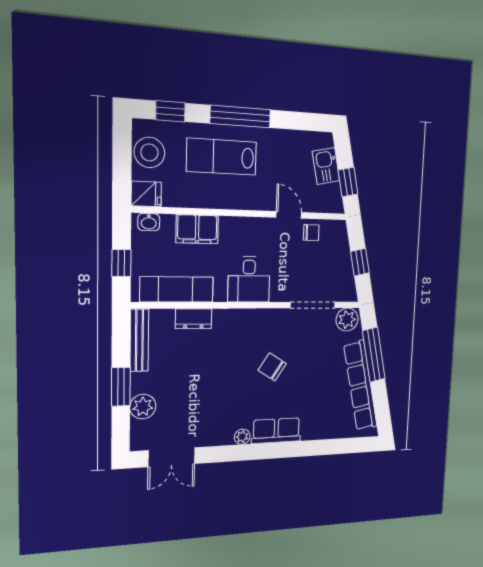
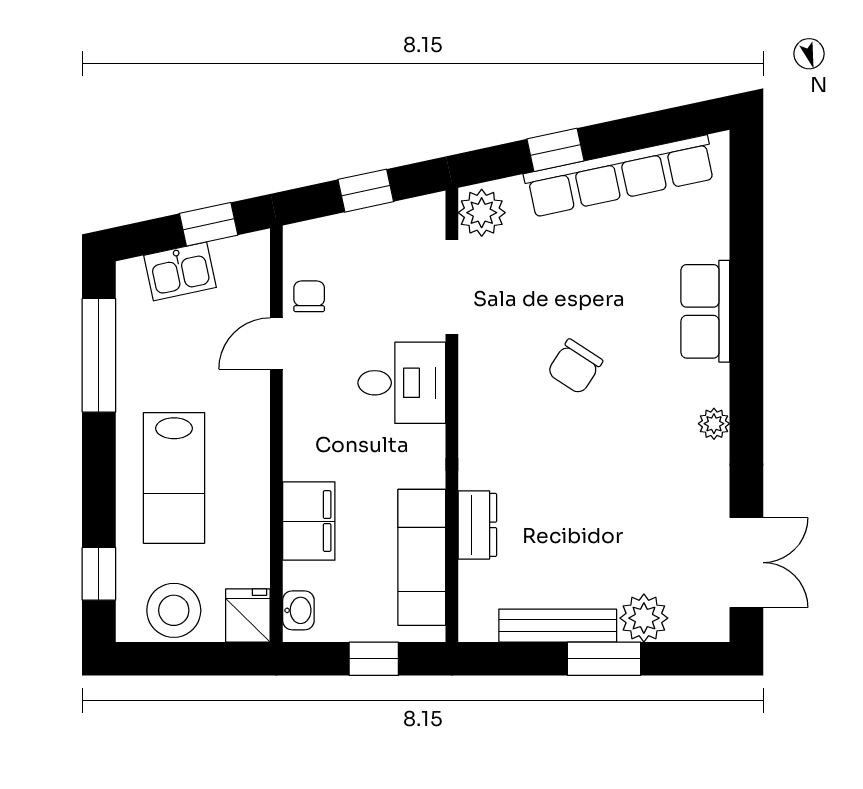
window: (240, 117) -> (99, 355), moved
desk: (249, 279) -> (402, 383), moved
bench: (139, 340) -> (558, 626), moved
window: (374, 355) -> (556, 150), width x0.46
row of seats: (276, 431) -> (705, 311), moved

